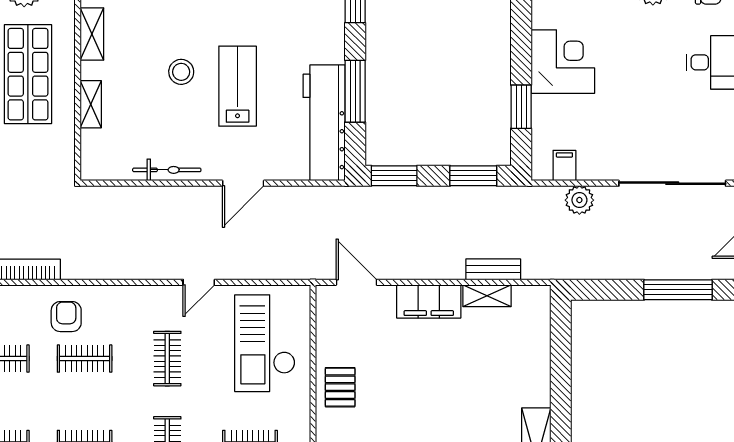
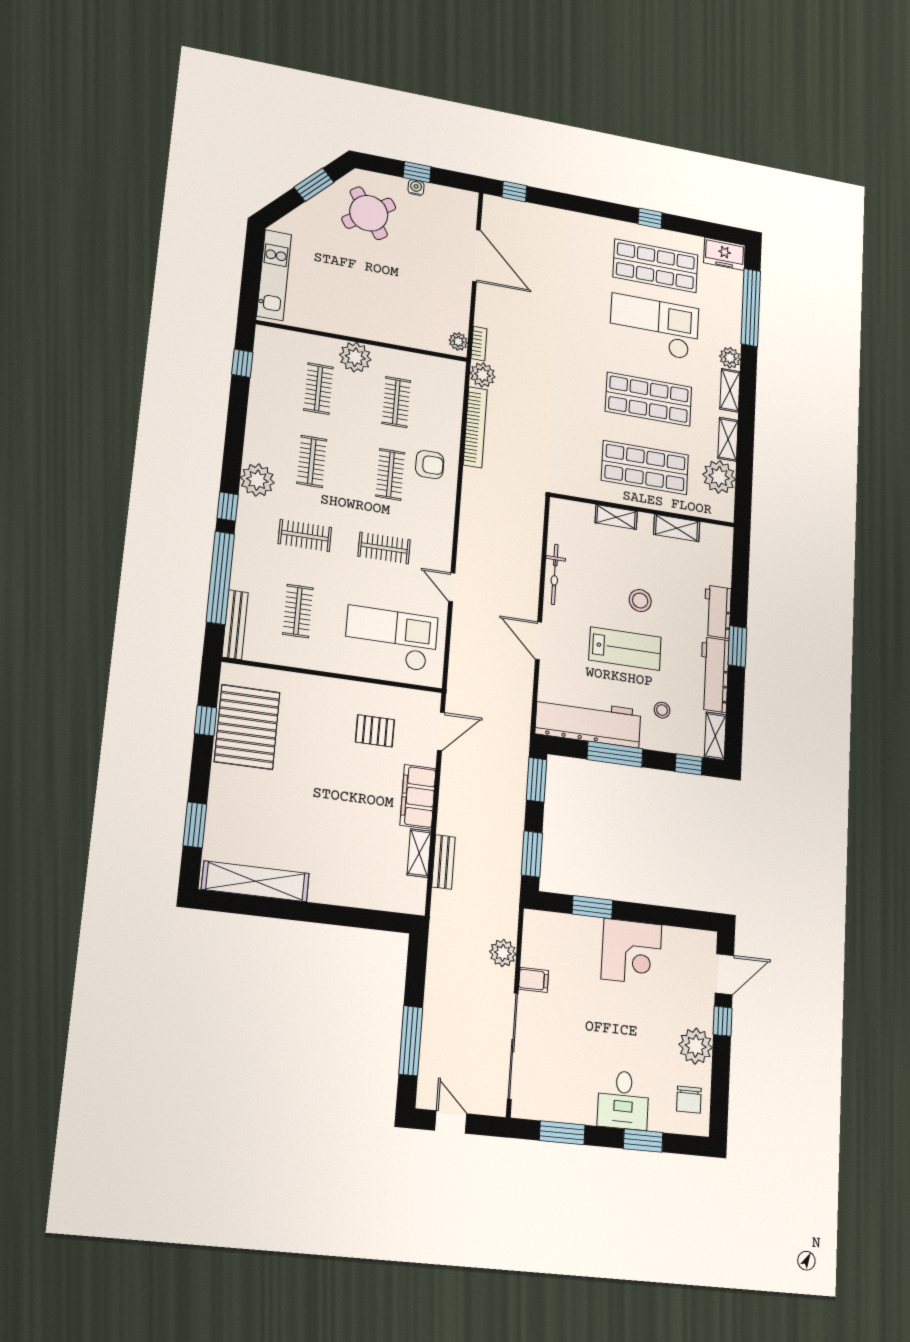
stool: (300, 41) -> (662, 710), added
filing cabinet: (564, 166) -> (534, 980), moved
pallet: (340, 387) -> (375, 731), moved

